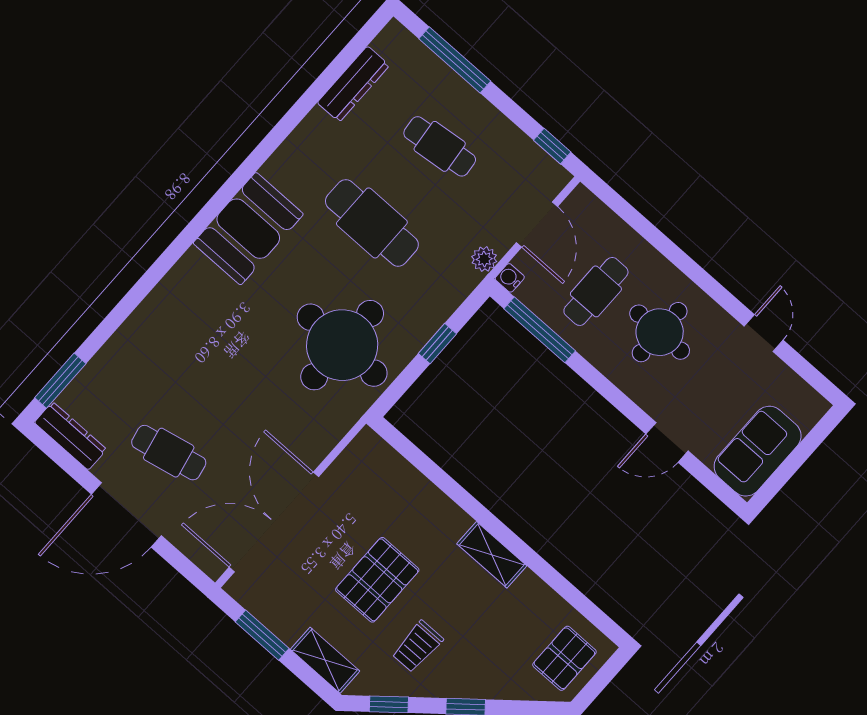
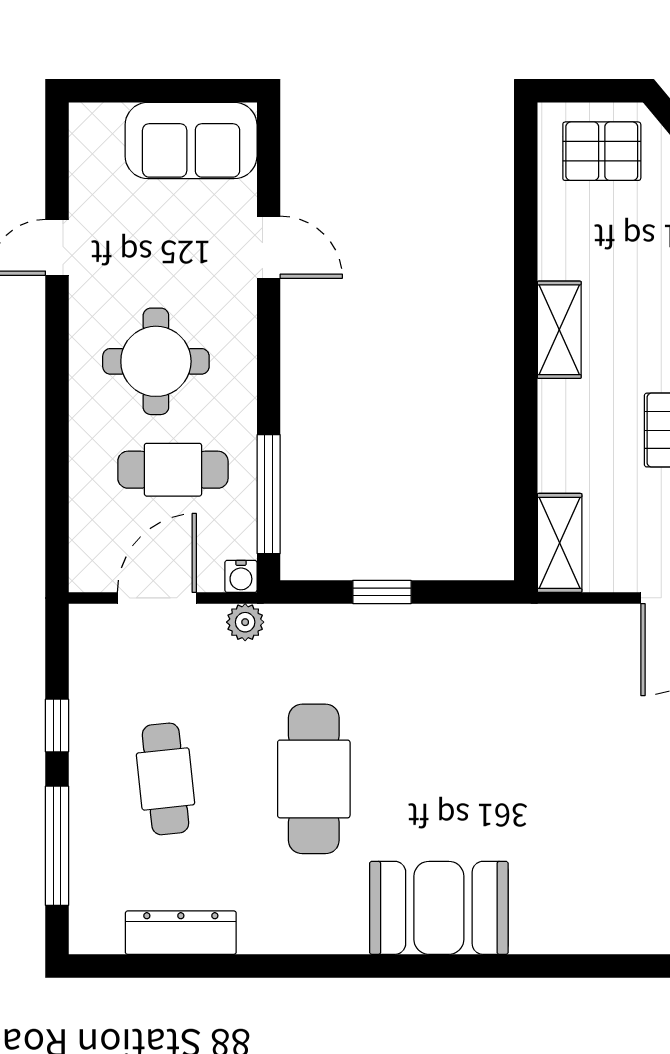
window: (552, 146) -> (57, 726), moved
round table: (342, 345) -> (475, 694), removed
shelving: (382, 458) -> (560, 543), added

